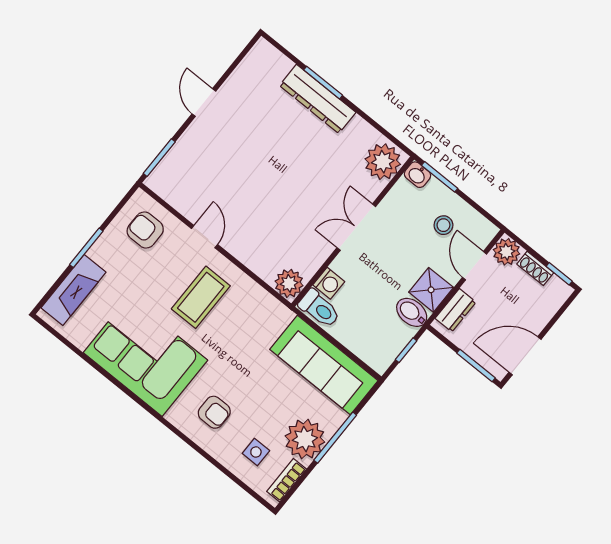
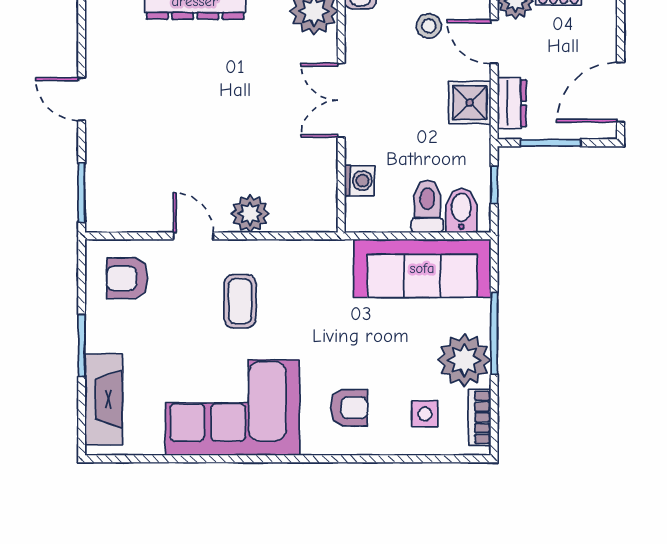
plant: (289, 283) -> (250, 214), moved
coffee table: (201, 297) -> (240, 301), width x0.73, depth x0.77
toilet: (319, 309) -> (427, 206), moved, turned -90
bidet: (412, 312) -> (461, 210), moved, turned 90
window: (476, 365) -> (551, 143), moved

